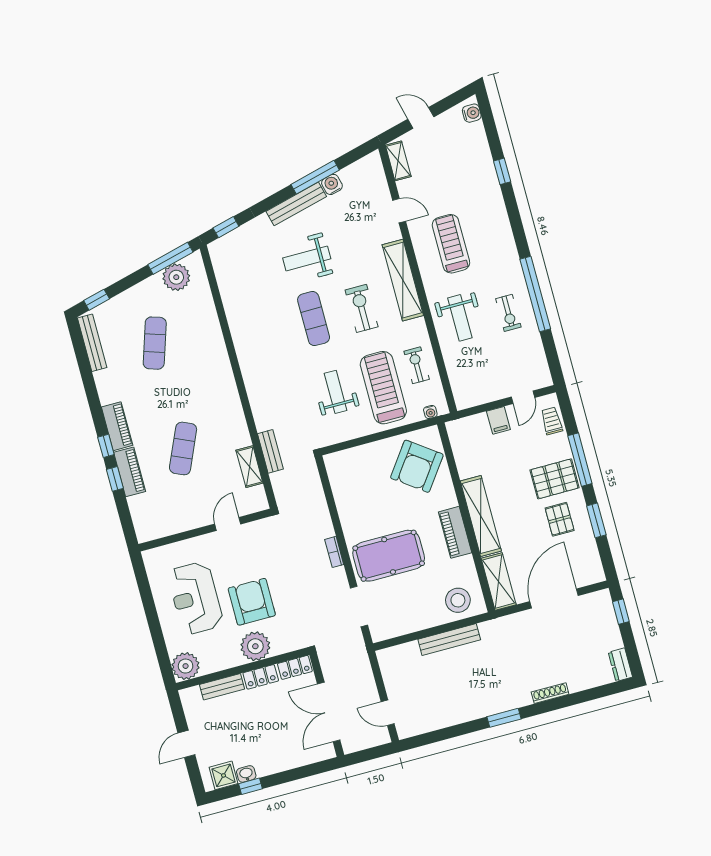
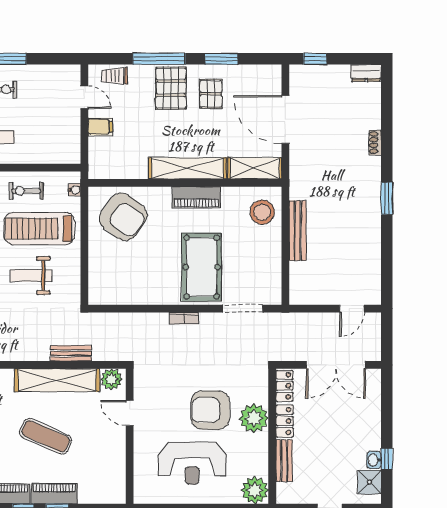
shelving: (249, 467) -> (57, 380), width x2.20, depth x1.33
plant: (256, 498) -> (112, 379), added
pallet: (560, 519) -> (211, 94), turned 90
shoe rack: (550, 693) -> (375, 142), width x0.70

